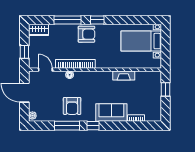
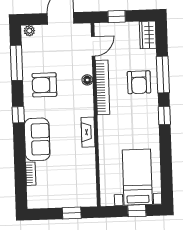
armchair: (86, 34) -> (139, 82), moved
window: (165, 42) -> (137, 211), added
fireplace: (124, 76) -> (88, 132), moved
window: (67, 126) -> (16, 63), moved

